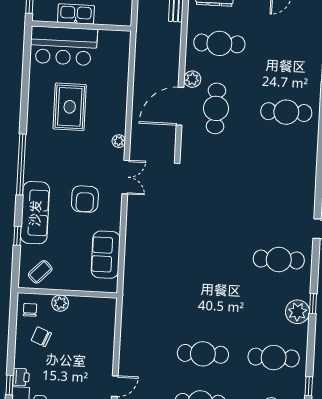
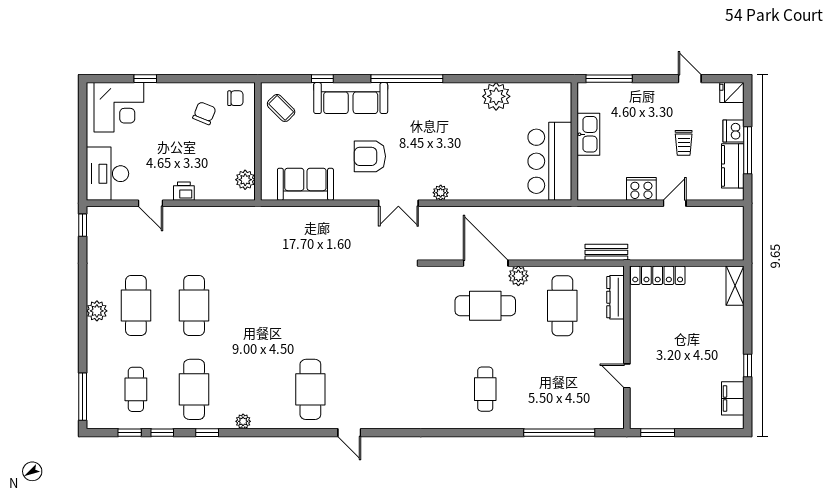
bar counter: (64, 46) -> (550, 161), moved
plant: (40, 90) -> (496, 96), added
rug: (70, 107) -> (478, 133), removed
cafe table: (286, 112) -> (485, 389), width x0.73, depth x0.74
plant: (60, 303) -> (245, 180), moved
window: (313, 304) -> (207, 433), moved
plant: (297, 312) -> (243, 421), width x0.53, depth x0.53
printer: (21, 377) -> (184, 191), moved, turned 180

